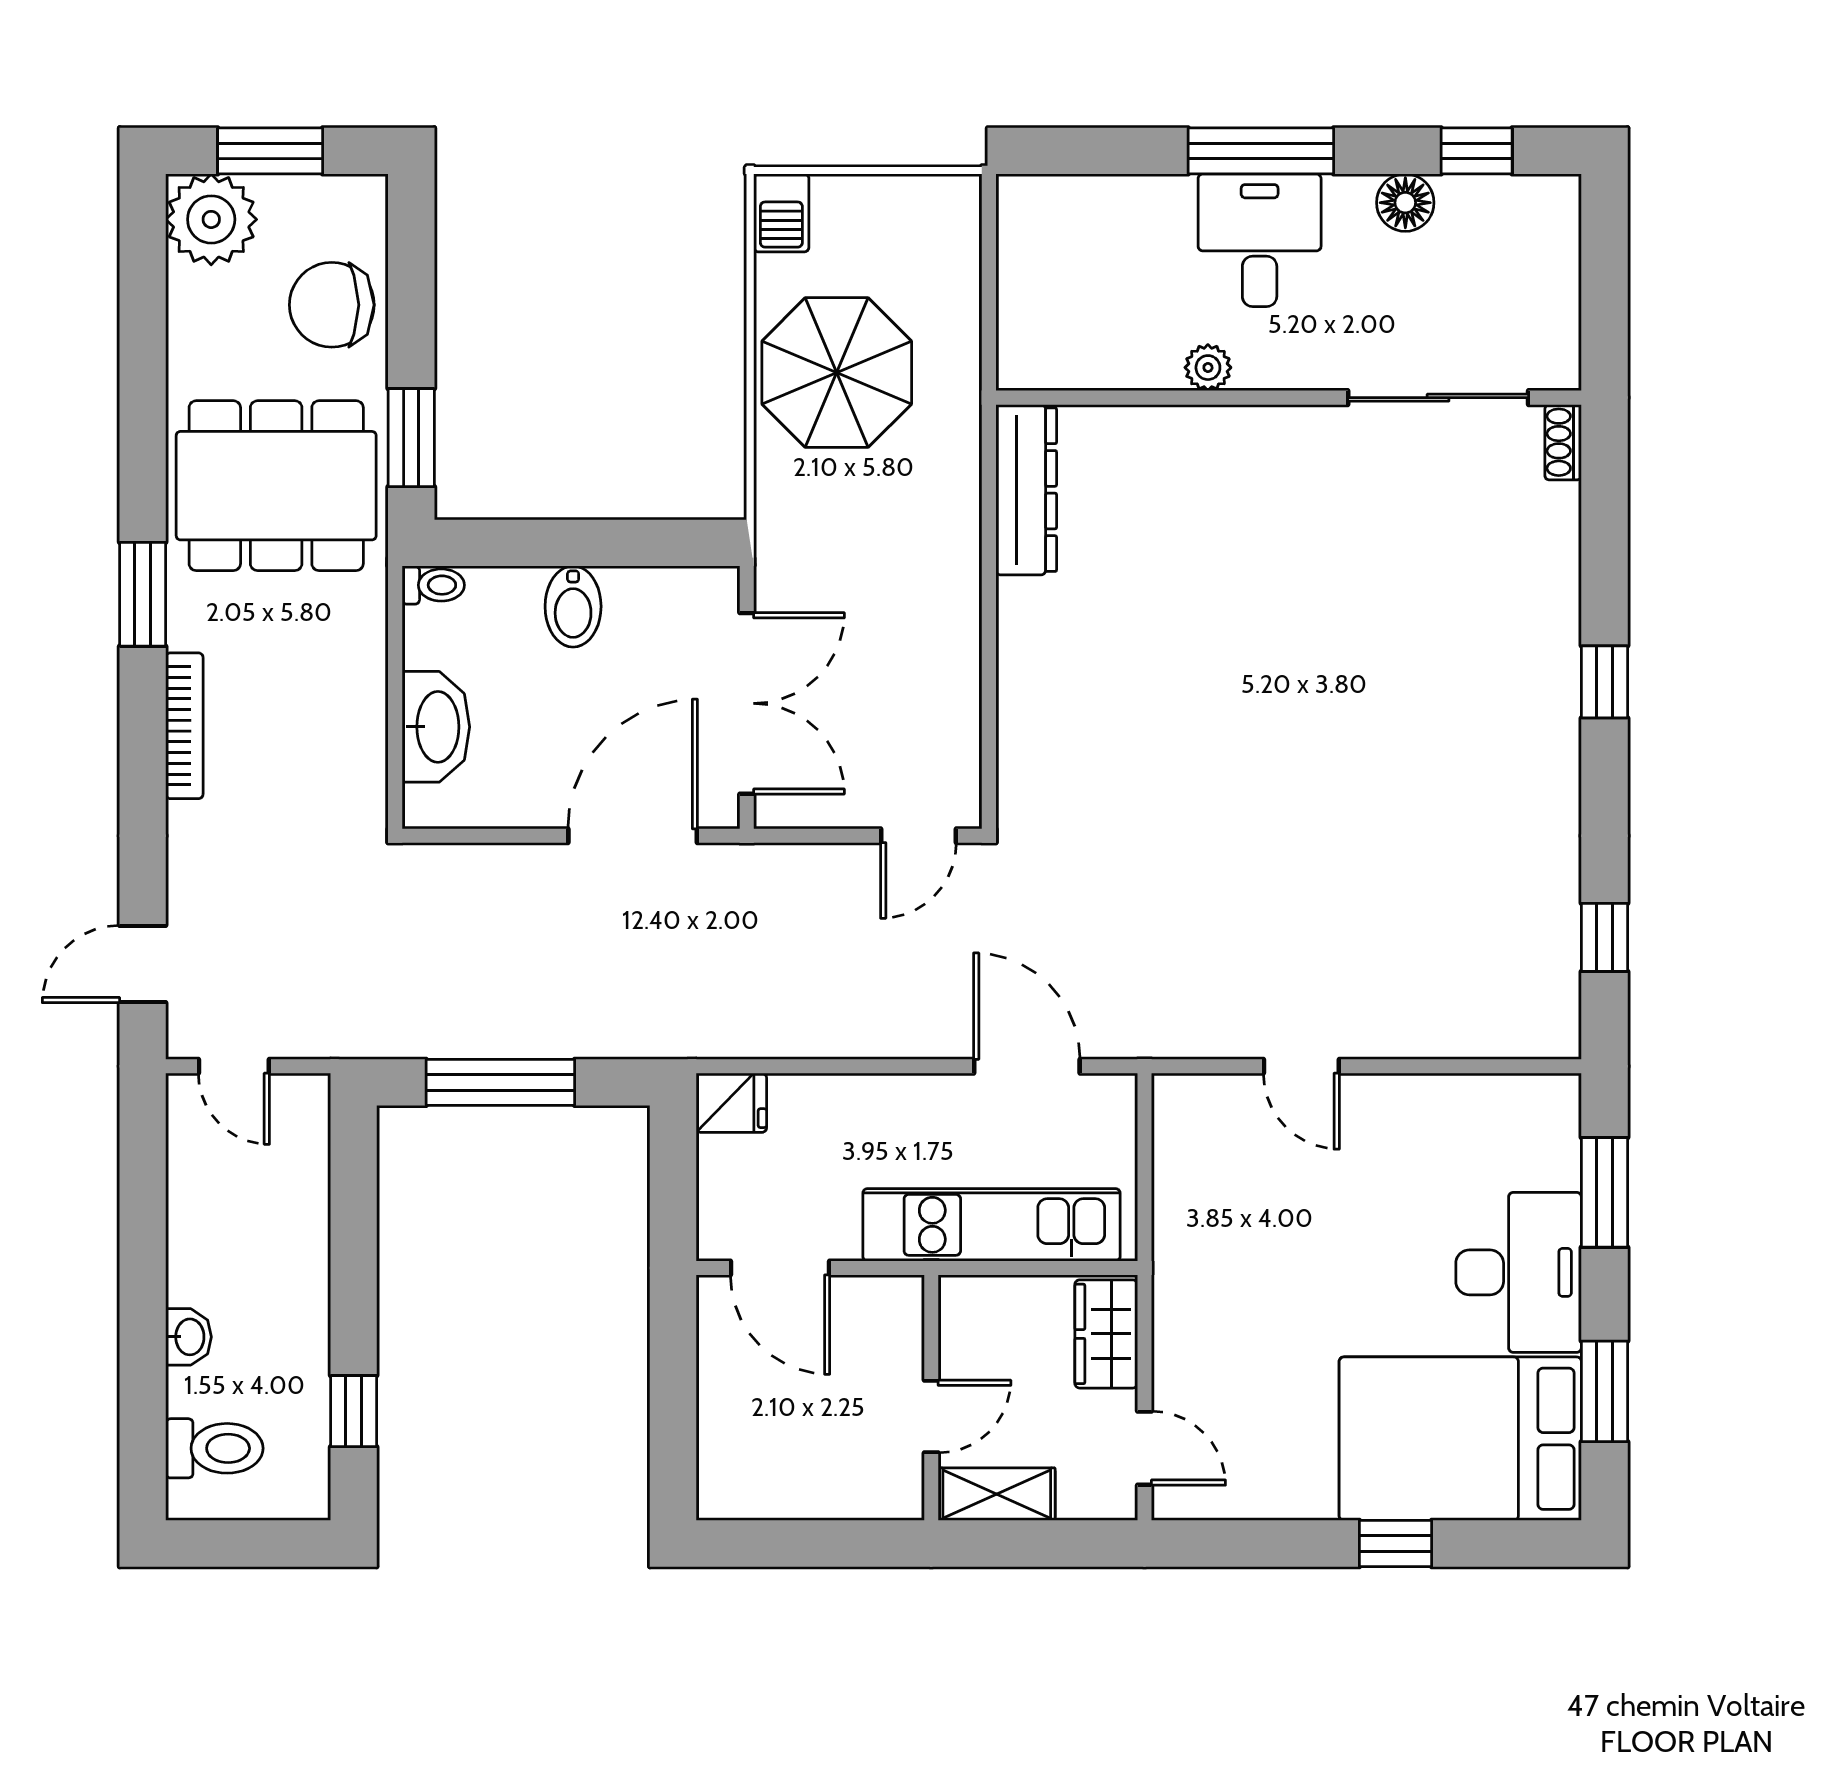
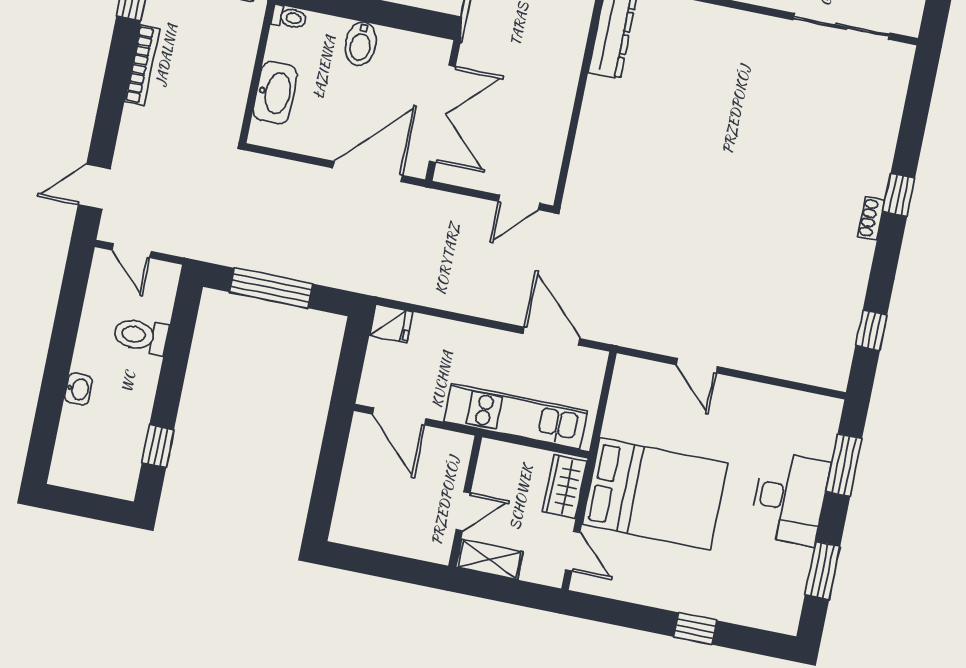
shoe rack: (1563, 442) -> (871, 218), moved
bed: (1460, 1439) -> (655, 494), moved, turned 180
toilet: (214, 1448) -> (141, 336), moved, turned 180

